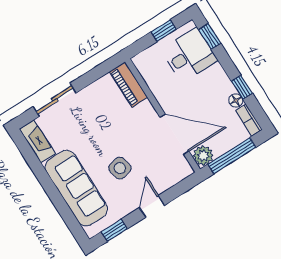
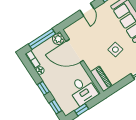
desk: (189, 55) -> (83, 90), moved, turned -90
window: (242, 87) -> (43, 88), moved
side table: (120, 168) -> (115, 50), moved

